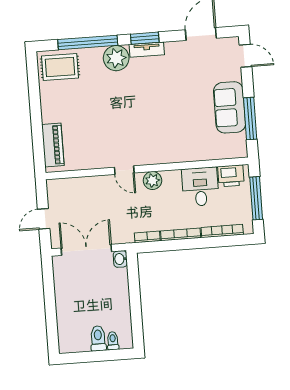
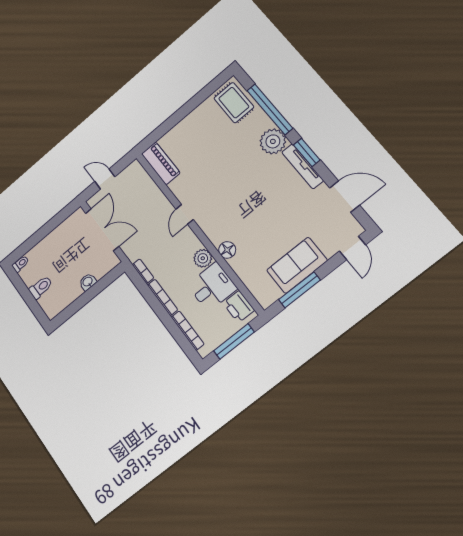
tv unit: (147, 50) -> (303, 166), width x1.41
piano: (53, 145) -> (161, 163), moved, turned -90
floor lamp: (179, 154) -> (227, 250), added
plant: (152, 181) -> (203, 258), moved
washbasin: (120, 259) -> (88, 282), moved
toilet: (113, 341) -> (20, 264), moved

